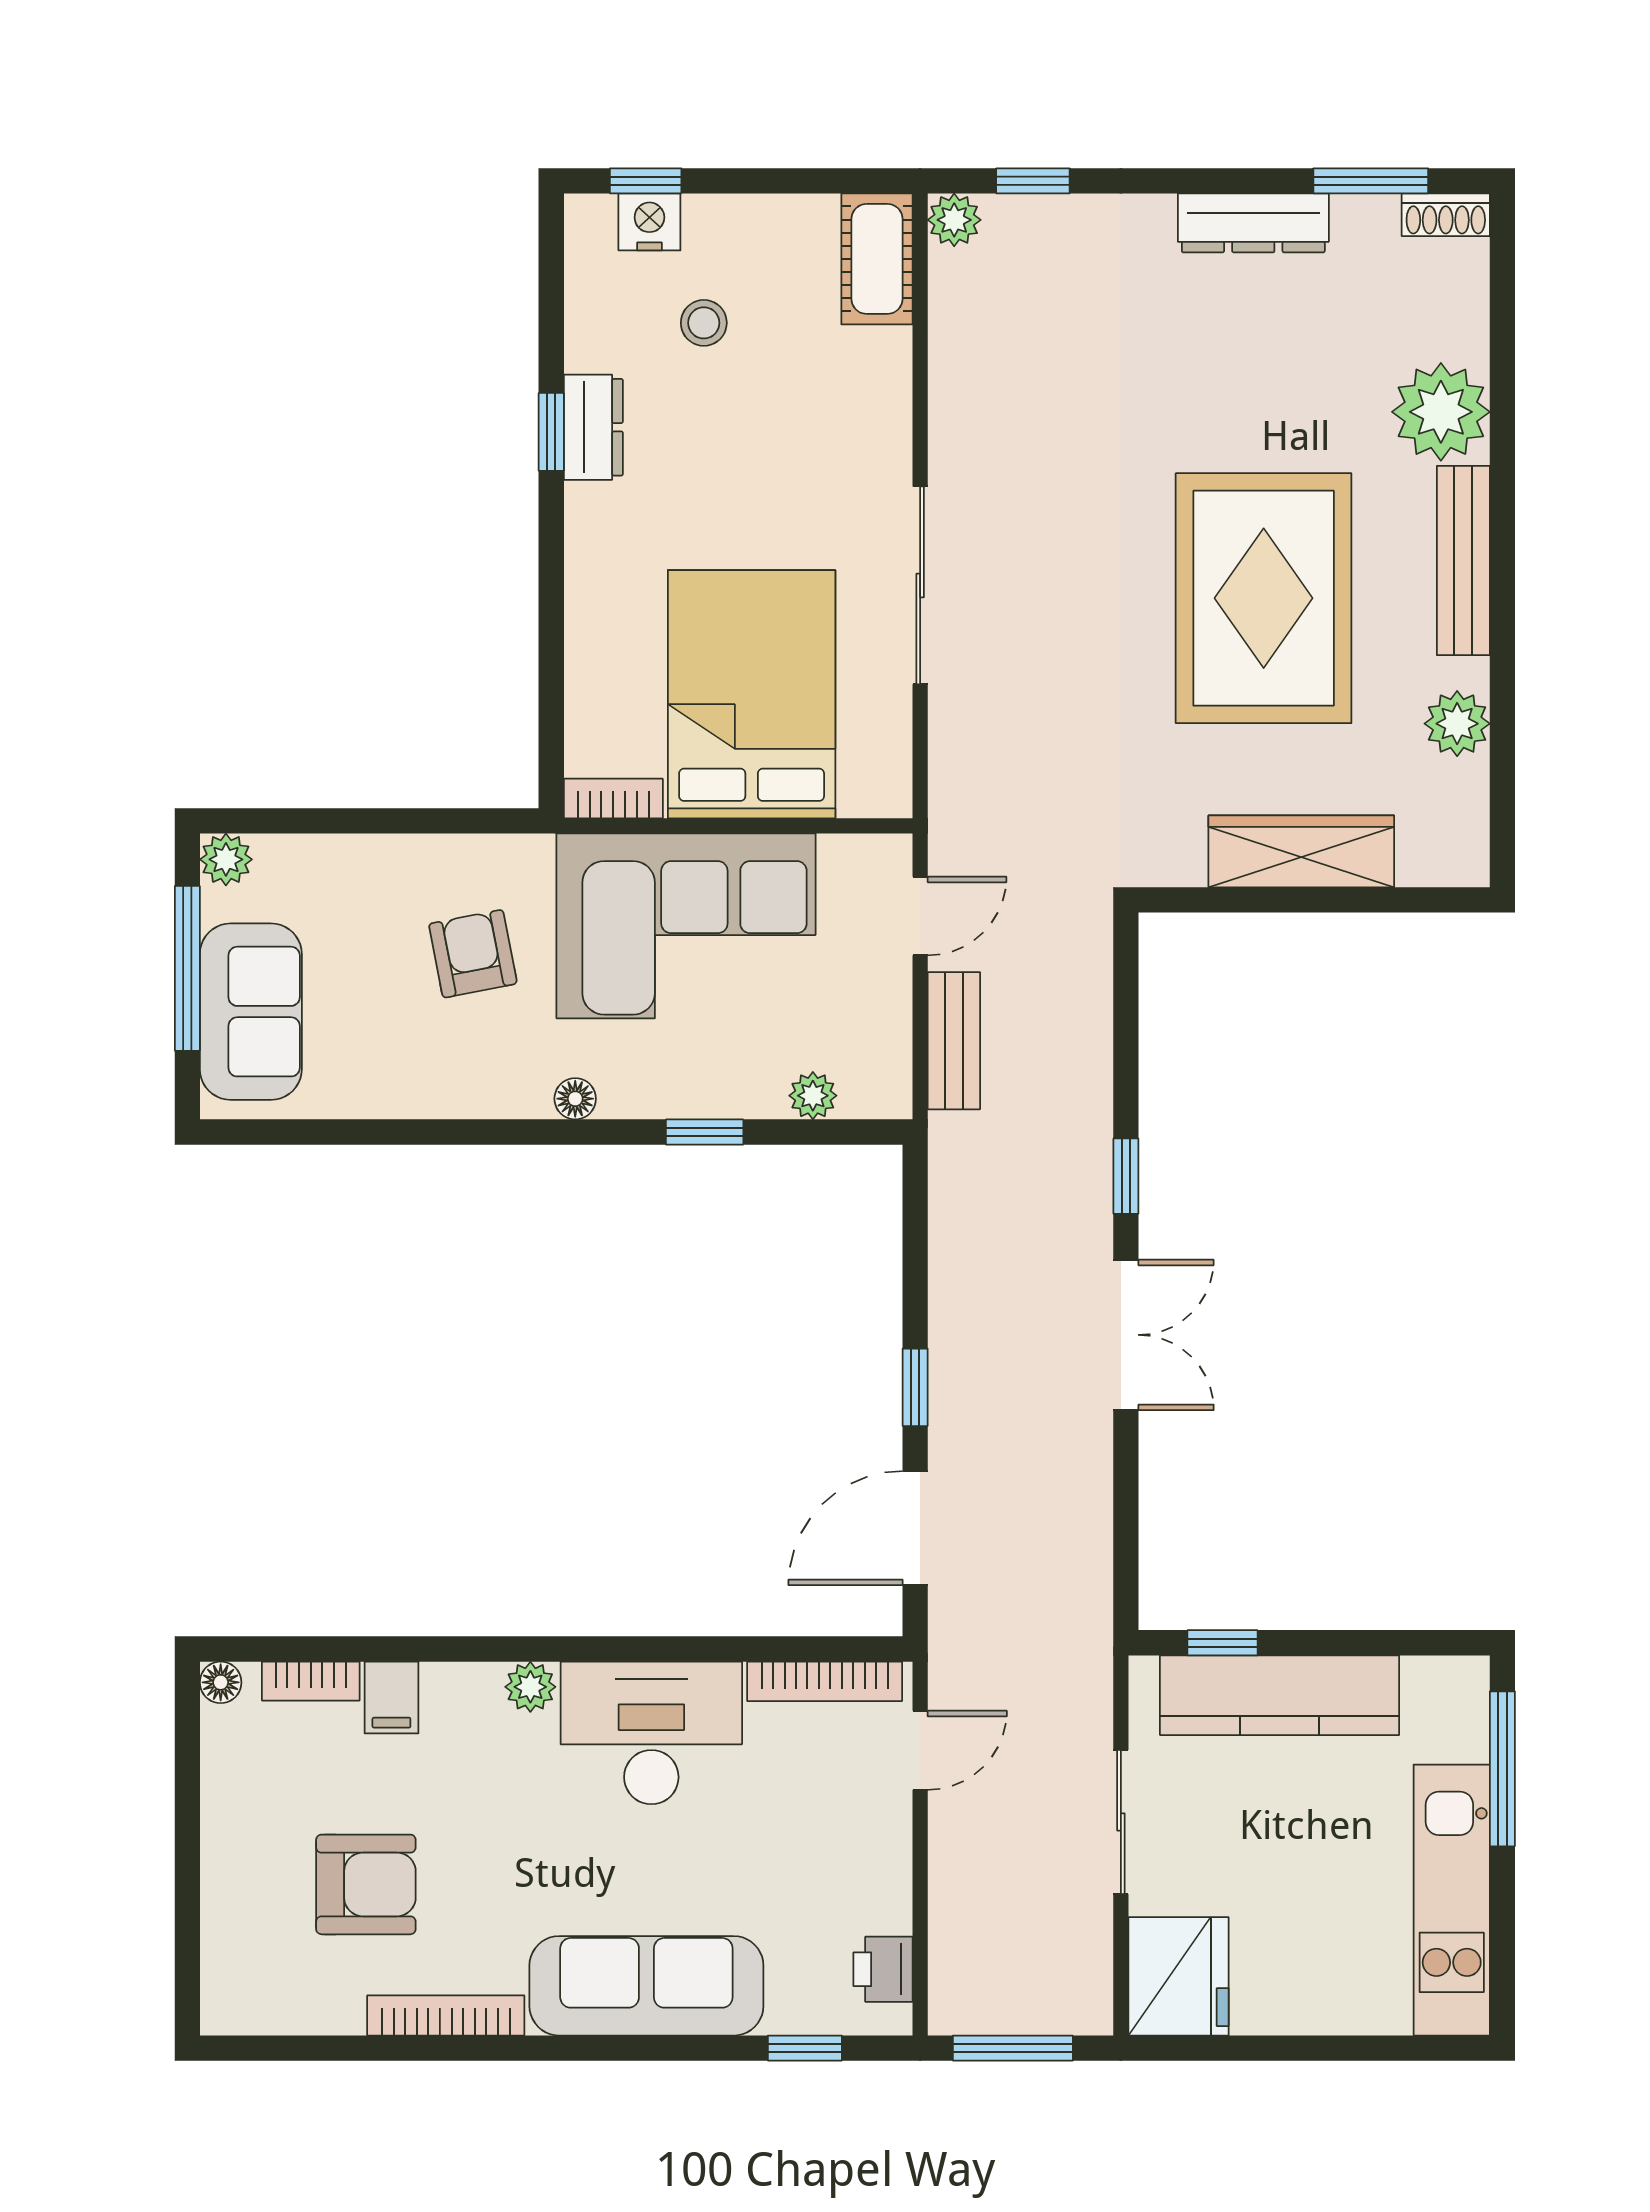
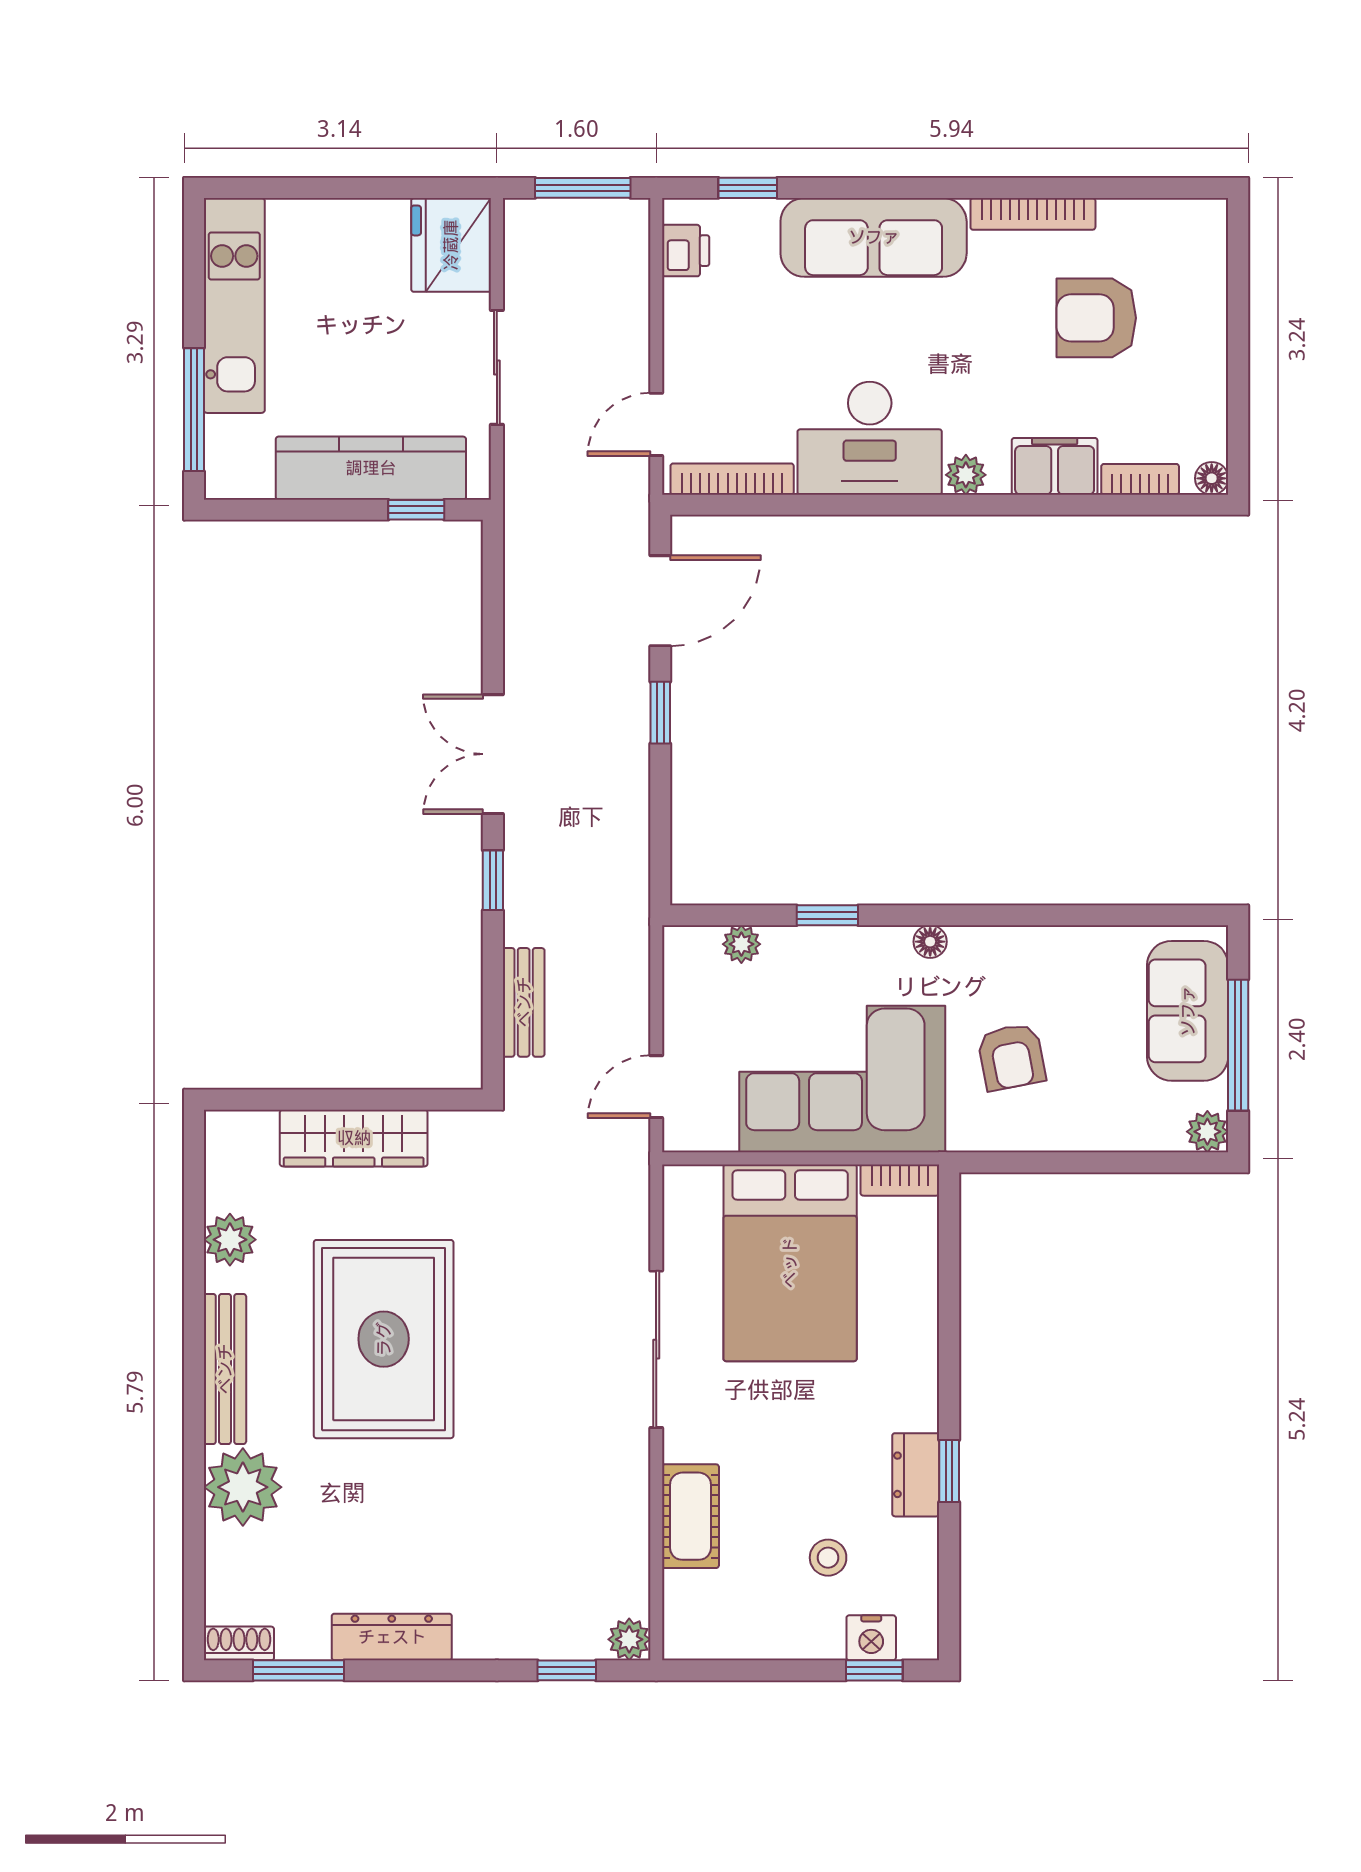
cot: (877, 259) -> (691, 1516), moved
bench: (954, 1041) -> (524, 1002), moved
filing cabinet: (391, 1697) -> (1055, 466), width x2.00

